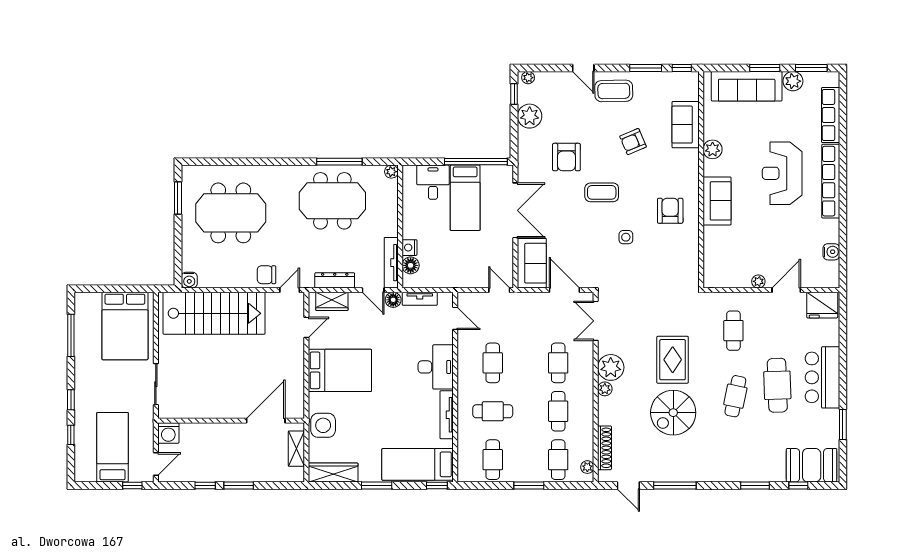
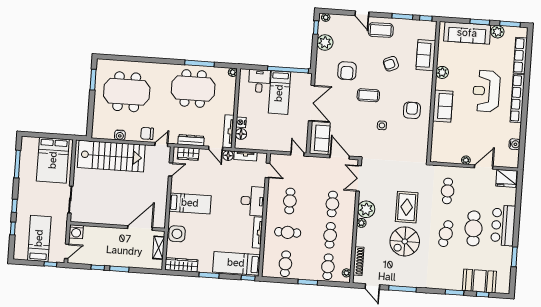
water cooler: (189, 280) -> (120, 135), moved
bed: (340, 370) -> (190, 203), width x0.67
booth: (812, 465) -> (479, 281), moved

